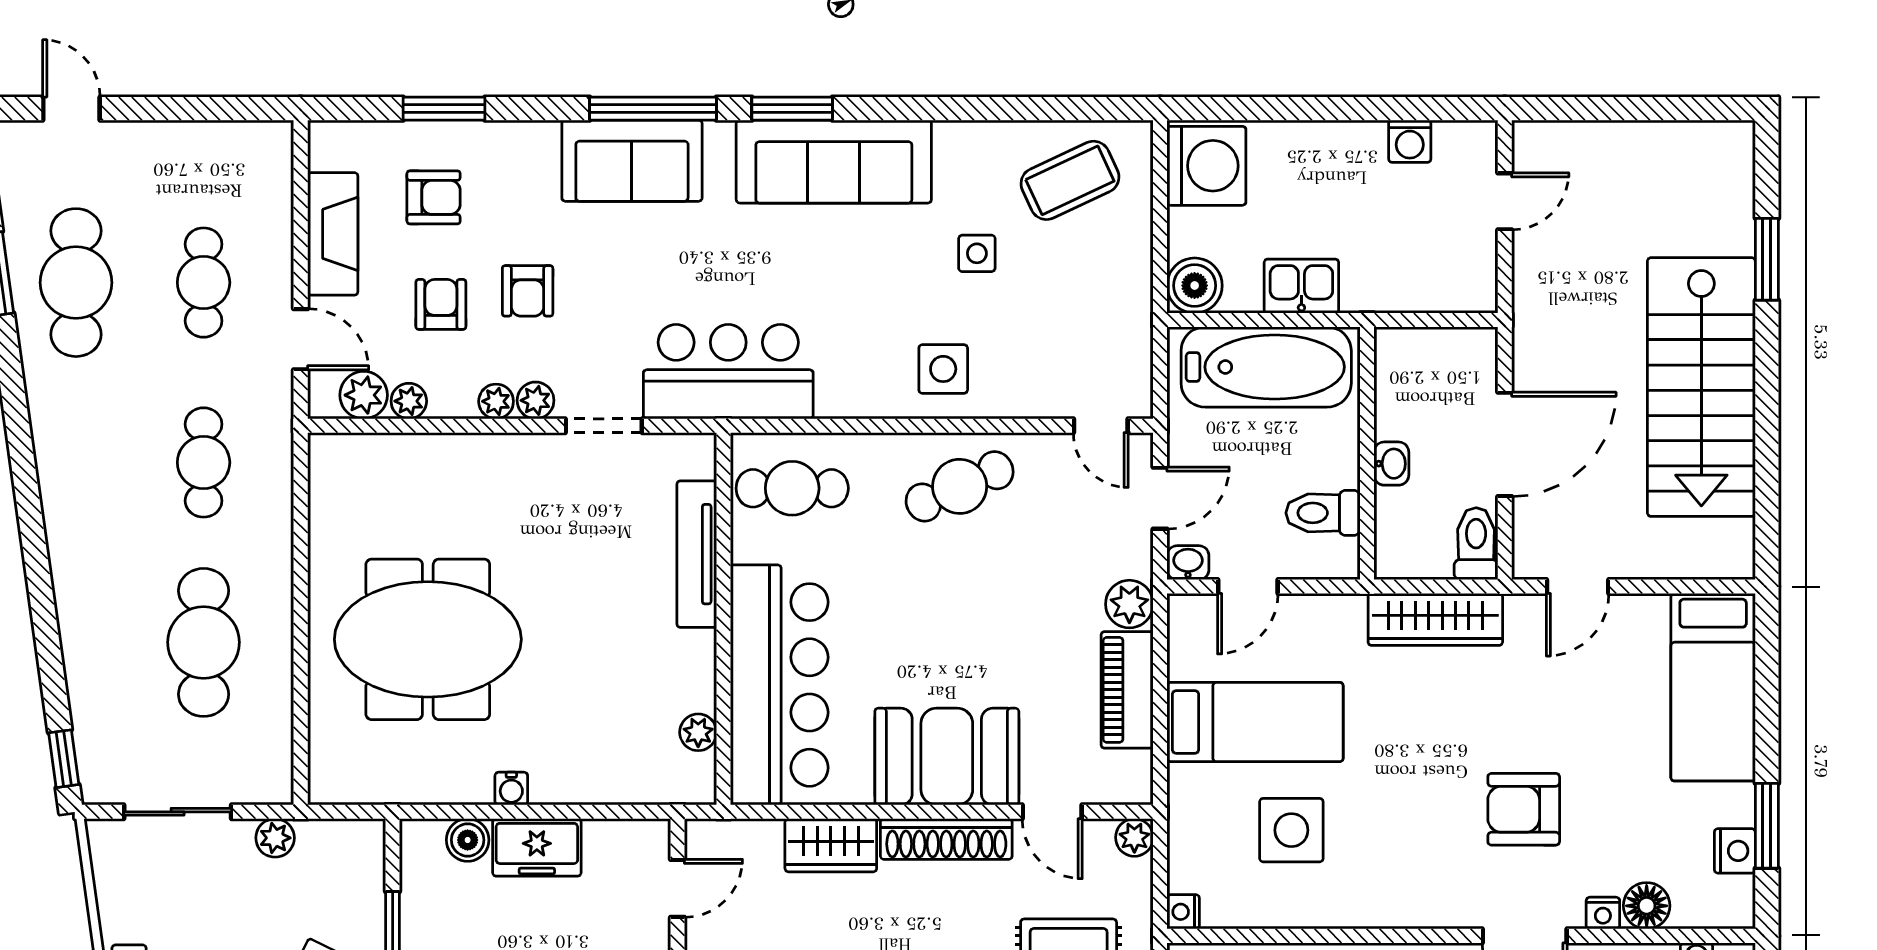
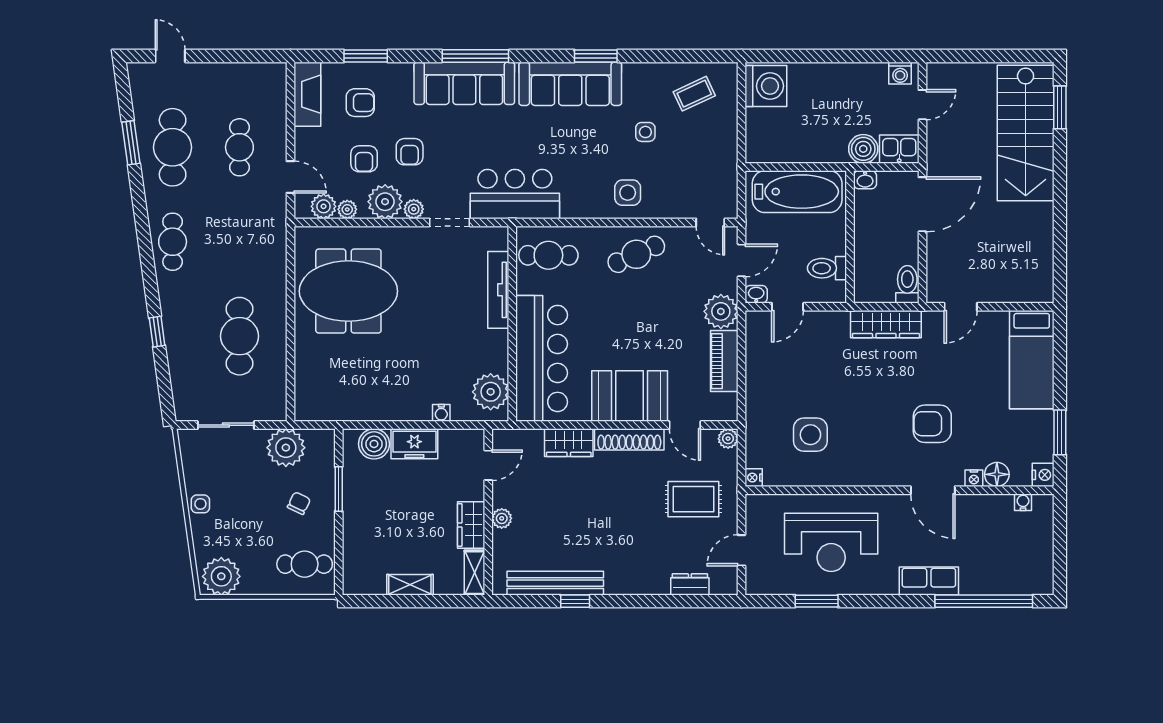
window: (792, 109) -> (596, 56), moved
washing machine: (1410, 141) -> (900, 73), moved
sofa: (632, 161) -> (464, 83), width x1.36
coffee table: (1070, 180) -> (694, 94), width x0.73, depth x0.77
fireplace: (333, 234) -> (307, 94), moved
window: (1767, 259) -> (1060, 107), moved
boiler: (1195, 286) -> (863, 149), moved
kitchen sink: (1301, 286) -> (899, 149), moved
armchair: (441, 304) -> (364, 159), turned 180
stairs: (1701, 387) -> (1026, 133), moved
plant: (496, 401) -> (385, 202), width x1.88, depth x1.88
door: (1505, 444) -> (922, 204), moved
cafe table: (204, 462) -> (173, 242), moved
washbasin: (1391, 464) -> (865, 180), moved, turned 90
plant: (1129, 604) -> (721, 311), width x1.36, depth x1.36
meeting table: (428, 639) -> (348, 291), moved
bed: (1255, 722) -> (791, 378), removed
plant: (698, 732) -> (491, 392), width x1.87, depth x1.87
window: (64, 759) -> (157, 332), moved
water cooler: (511, 789) -> (441, 413), moved
plant: (275, 838) -> (286, 448), width x1.88, depth x1.88
boiler: (468, 840) -> (374, 444), width x1.36, depth x1.36
nightstand: (1735, 851) -> (1043, 475), moved

